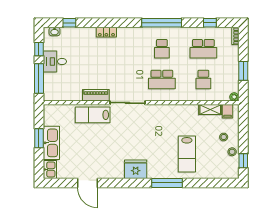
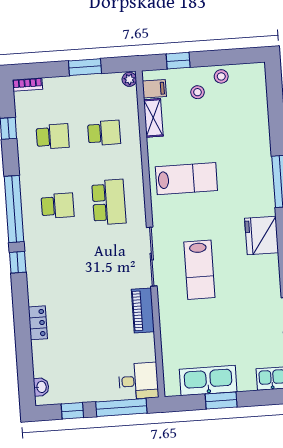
window: (69, 23) -> (18, 262), moved
locker: (106, 32) -> (38, 323), moved
school desk: (203, 49) -> (53, 136), width x0.54
desk: (55, 61) -> (138, 381), moved, turned -90
lab bench: (93, 115) -> (199, 270), moved
kitchen sink: (51, 143) -> (208, 381), moved
lab bench: (187, 154) -> (186, 179), moved
window: (243, 161) -> (178, 61), moved

